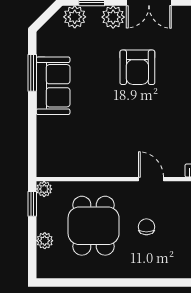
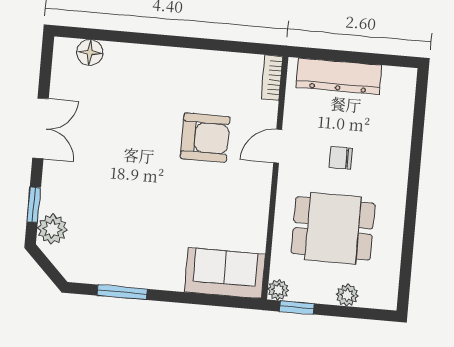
plant: (113, 17) -> (57, 178), removed
armchair: (137, 67) -> (205, 138), moved
sofa: (53, 86) -> (225, 273), moved

